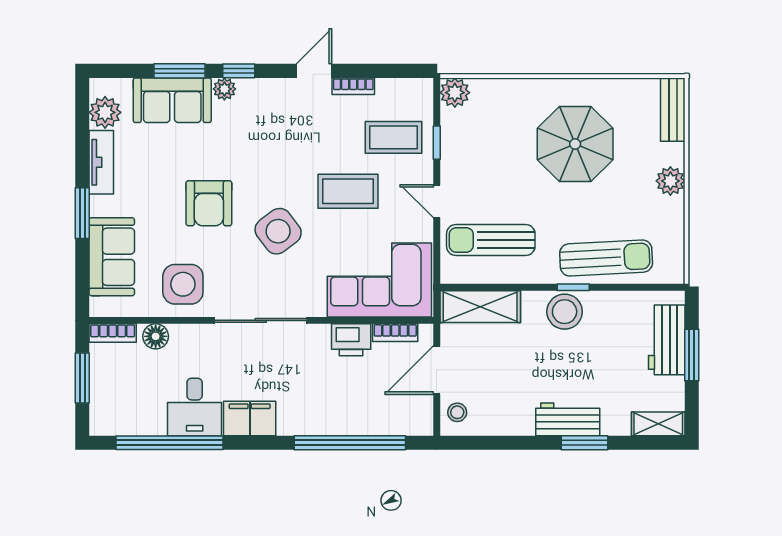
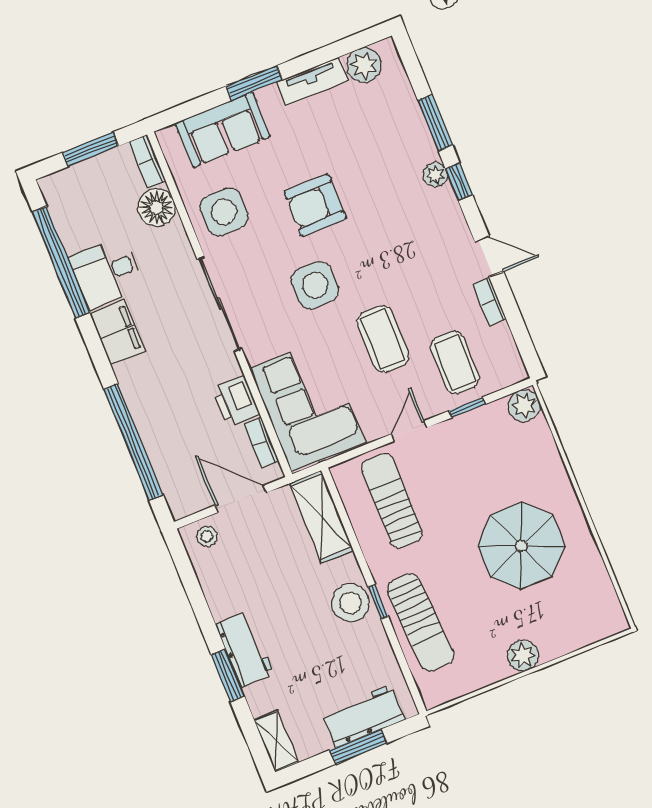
sofa: (172, 100) -> (403, 127), removed
bench: (673, 110) -> (595, 629), removed
side table: (278, 231) -> (315, 285), turned 37
floor lamp: (156, 336) -> (157, 208), width x1.38, depth x1.38

